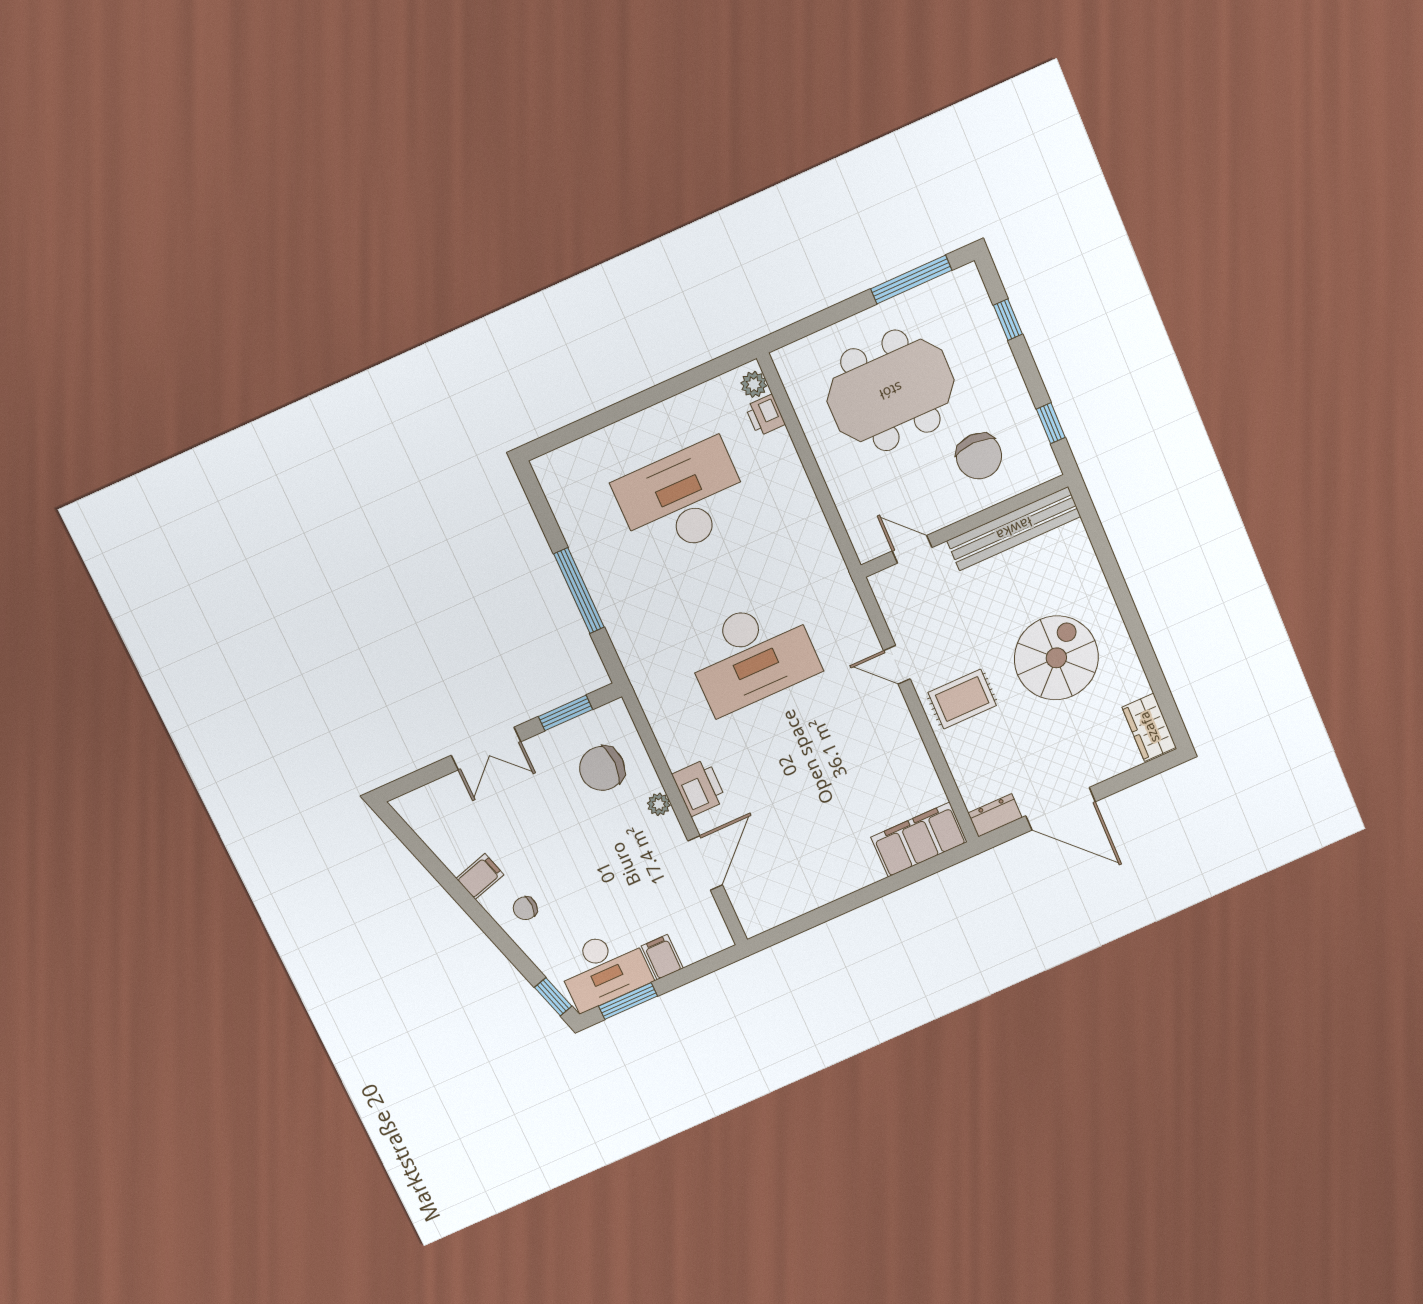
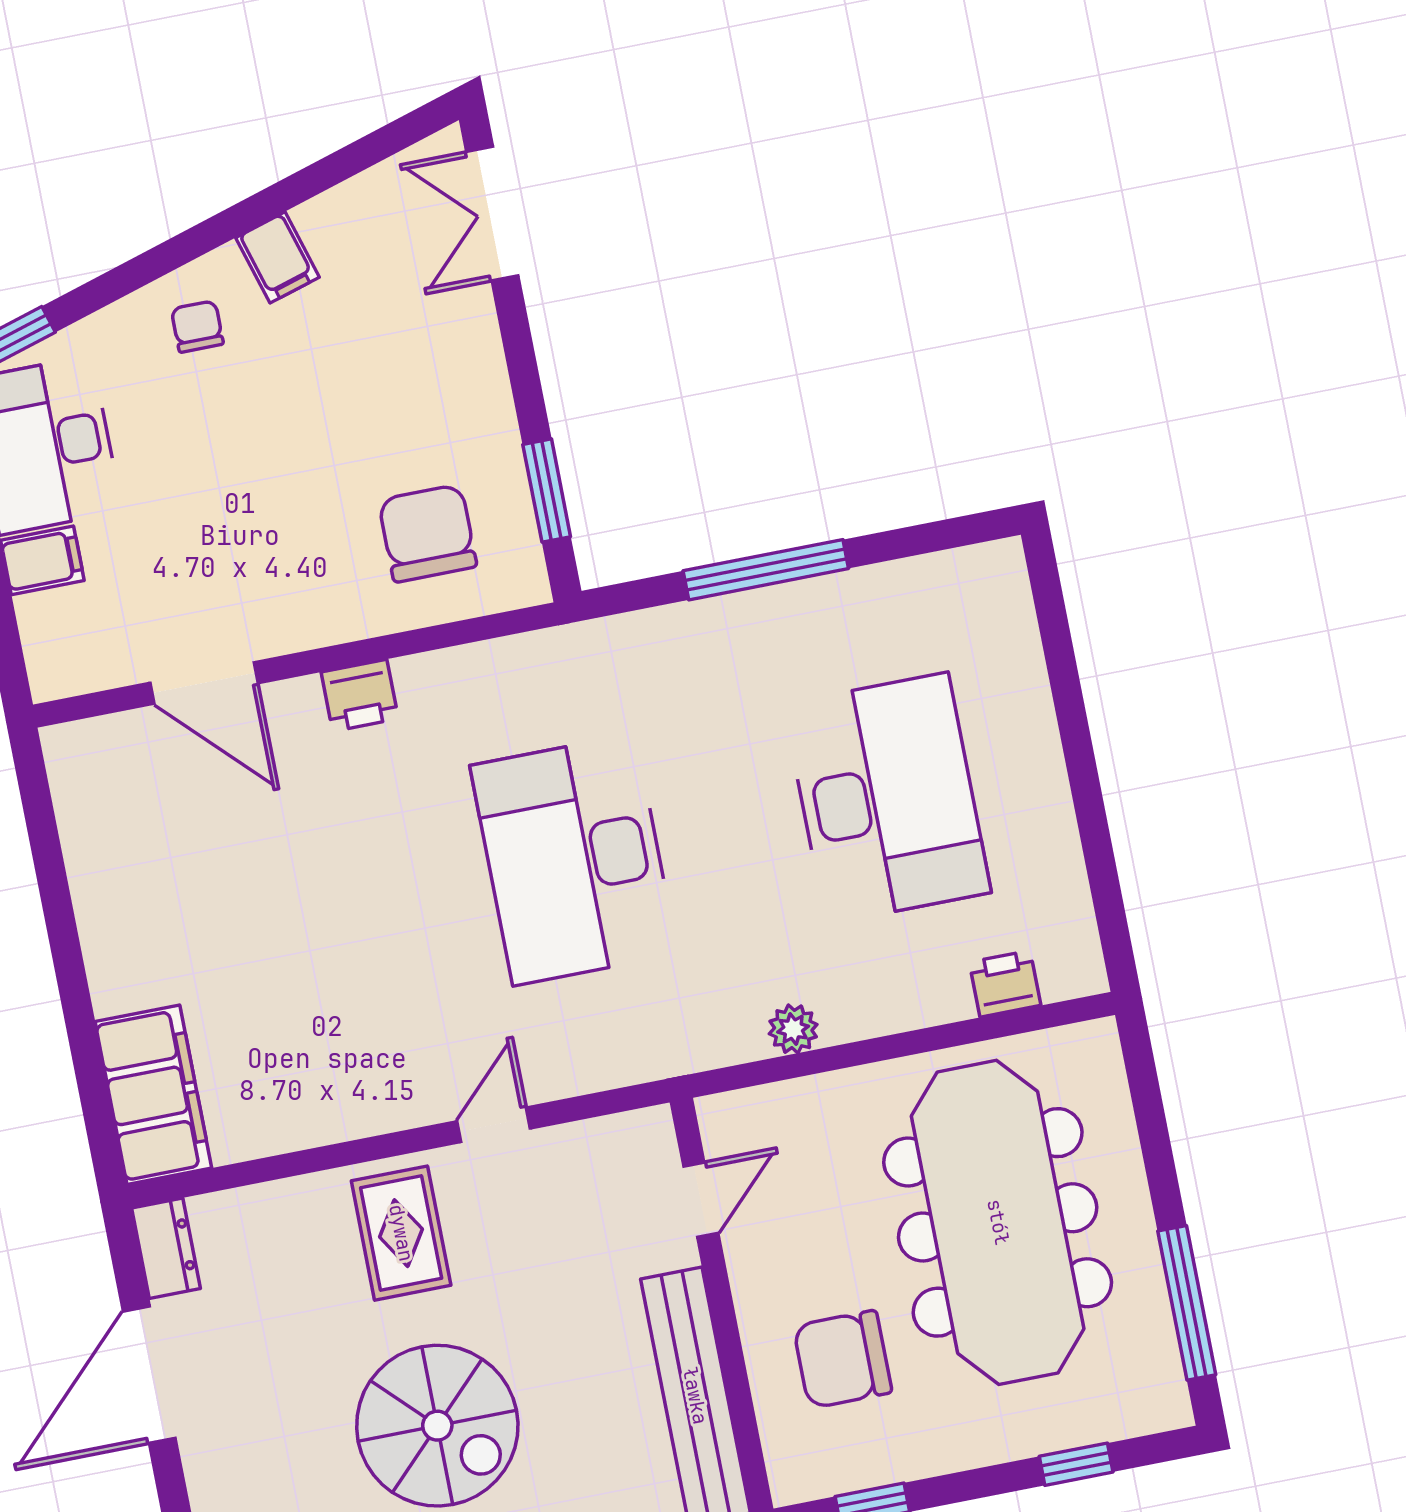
plant: (754, 384) -> (793, 1029), moved
meeting table: (891, 391) -> (998, 1222), width x1.36
double door: (486, 748) -> (492, 214), moved
printer: (699, 788) -> (360, 695), width x0.73, depth x0.81
plant: (659, 804) -> (335, 622), removed

